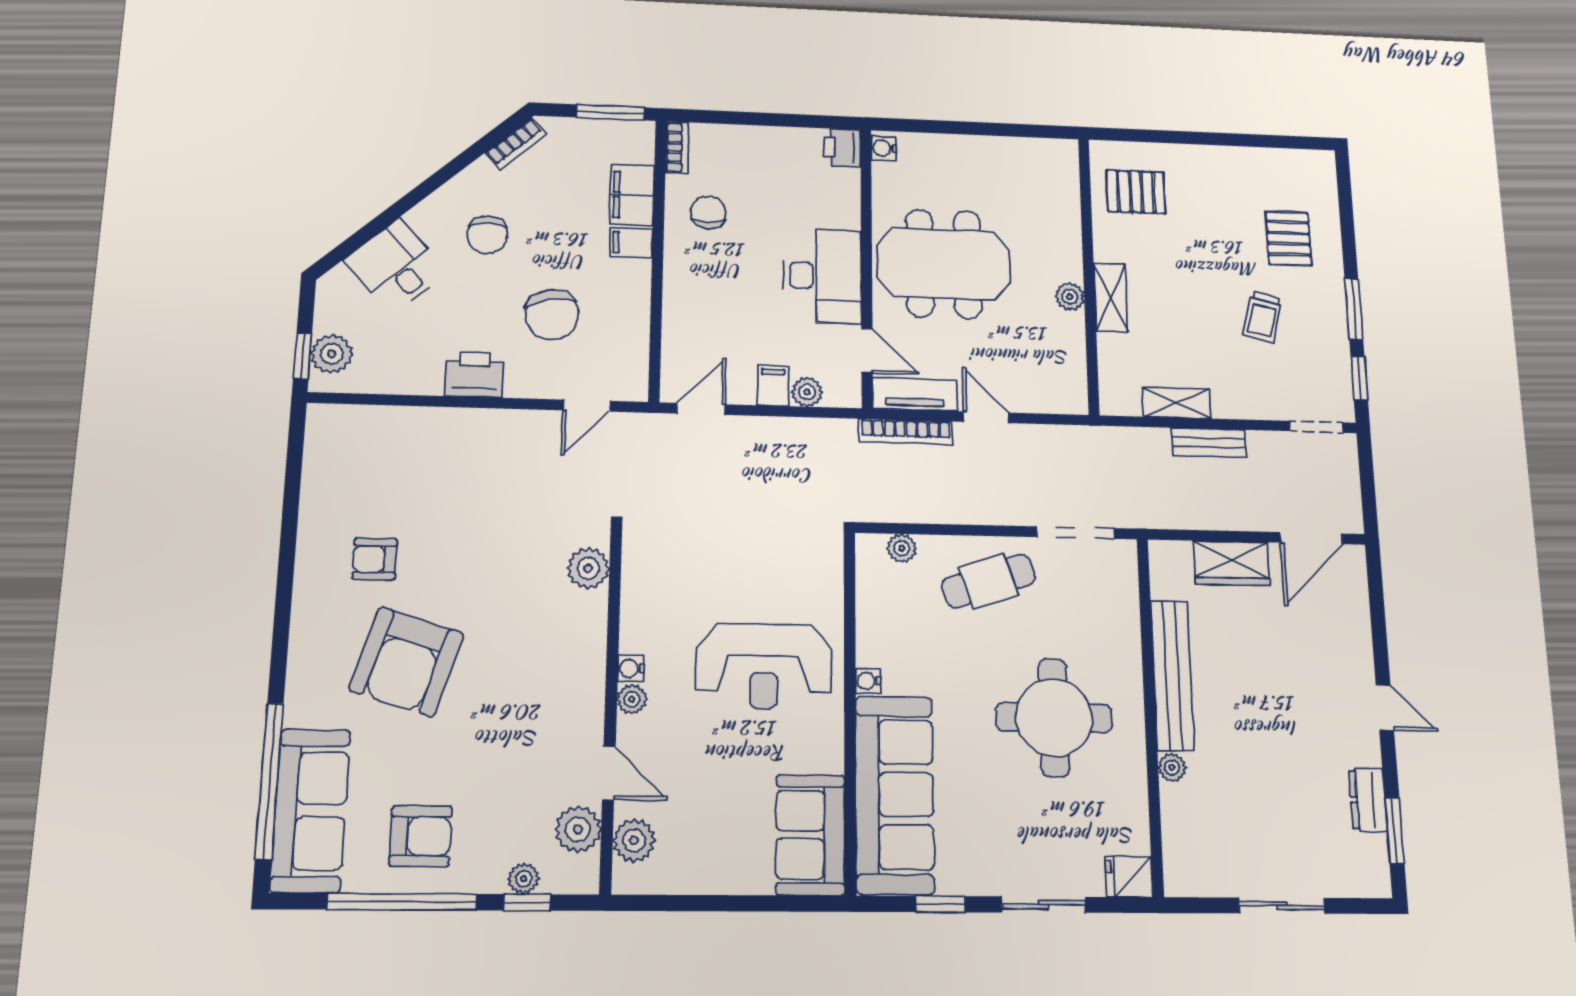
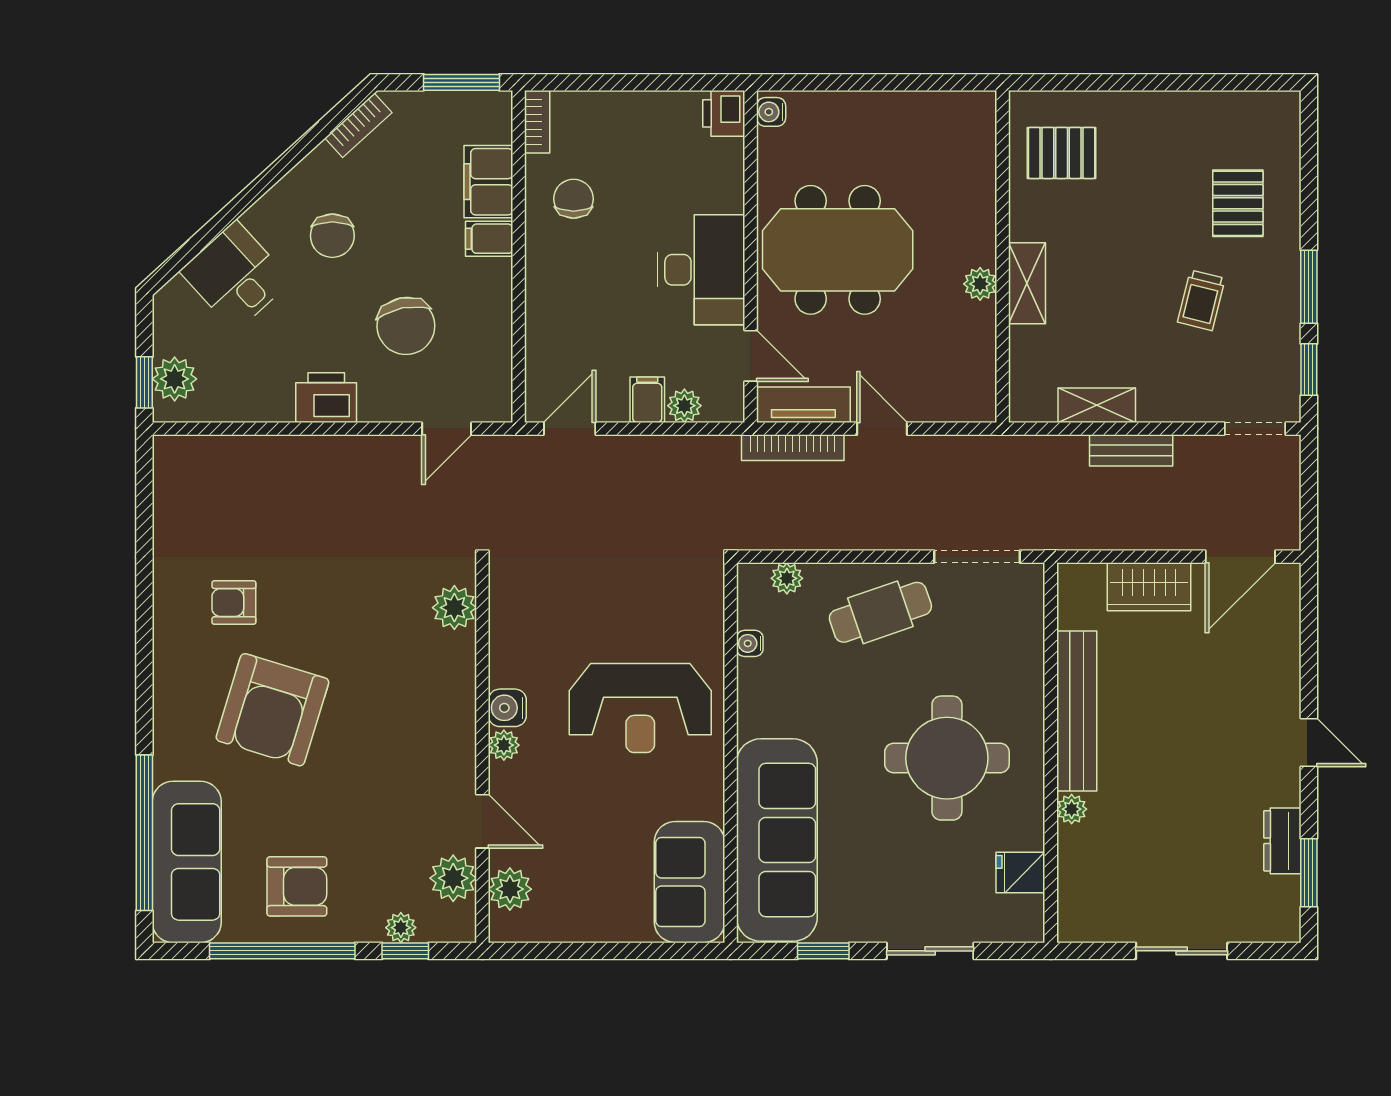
water cooler: (631, 668) -> (507, 708), width x1.38, depth x1.38
water cooler: (868, 681) -> (750, 643), moved
fridge: (1129, 877) -> (1020, 873), moved

